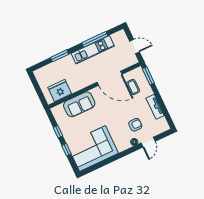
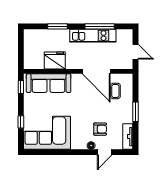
window: (148, 76) -> (136, 112), moved
fridge: (60, 91) -> (55, 60), moved
sofa: (79, 104) -> (49, 83), width x1.36
tv unit: (155, 107) -> (128, 137), moved
window: (58, 132) -> (21, 87), moved

